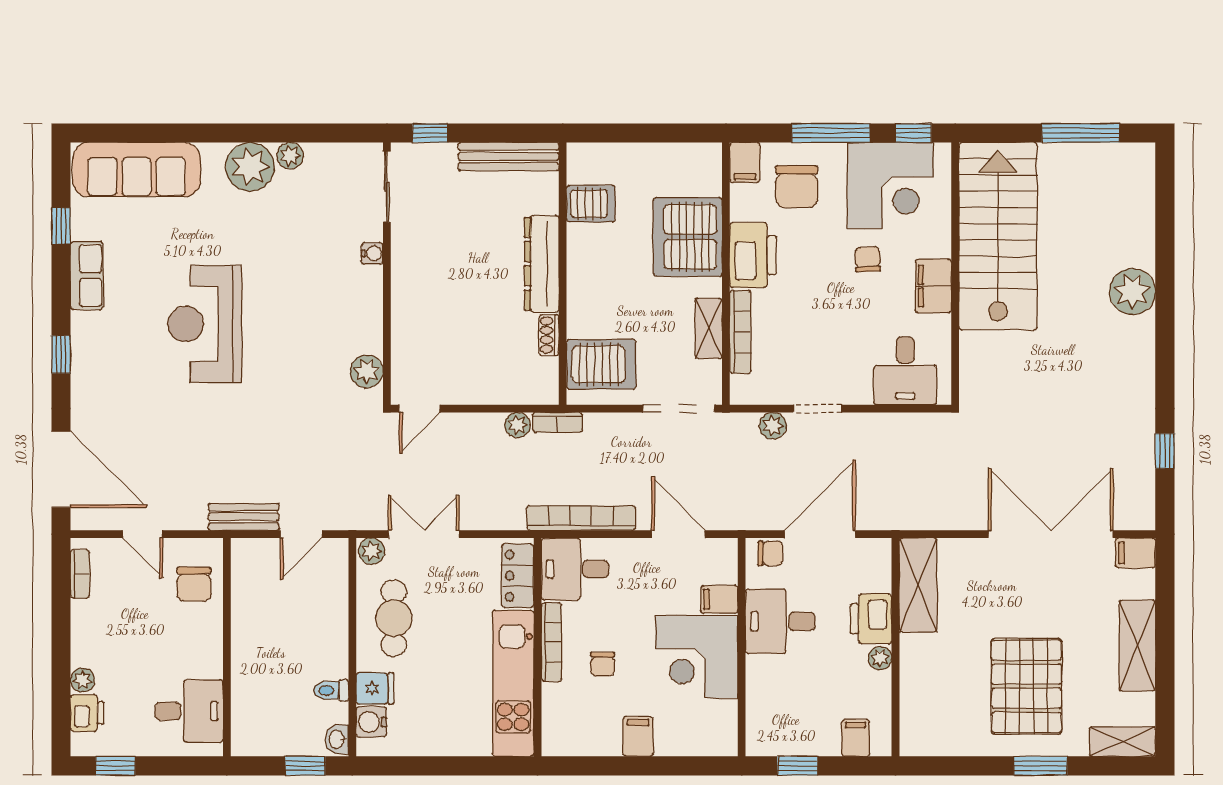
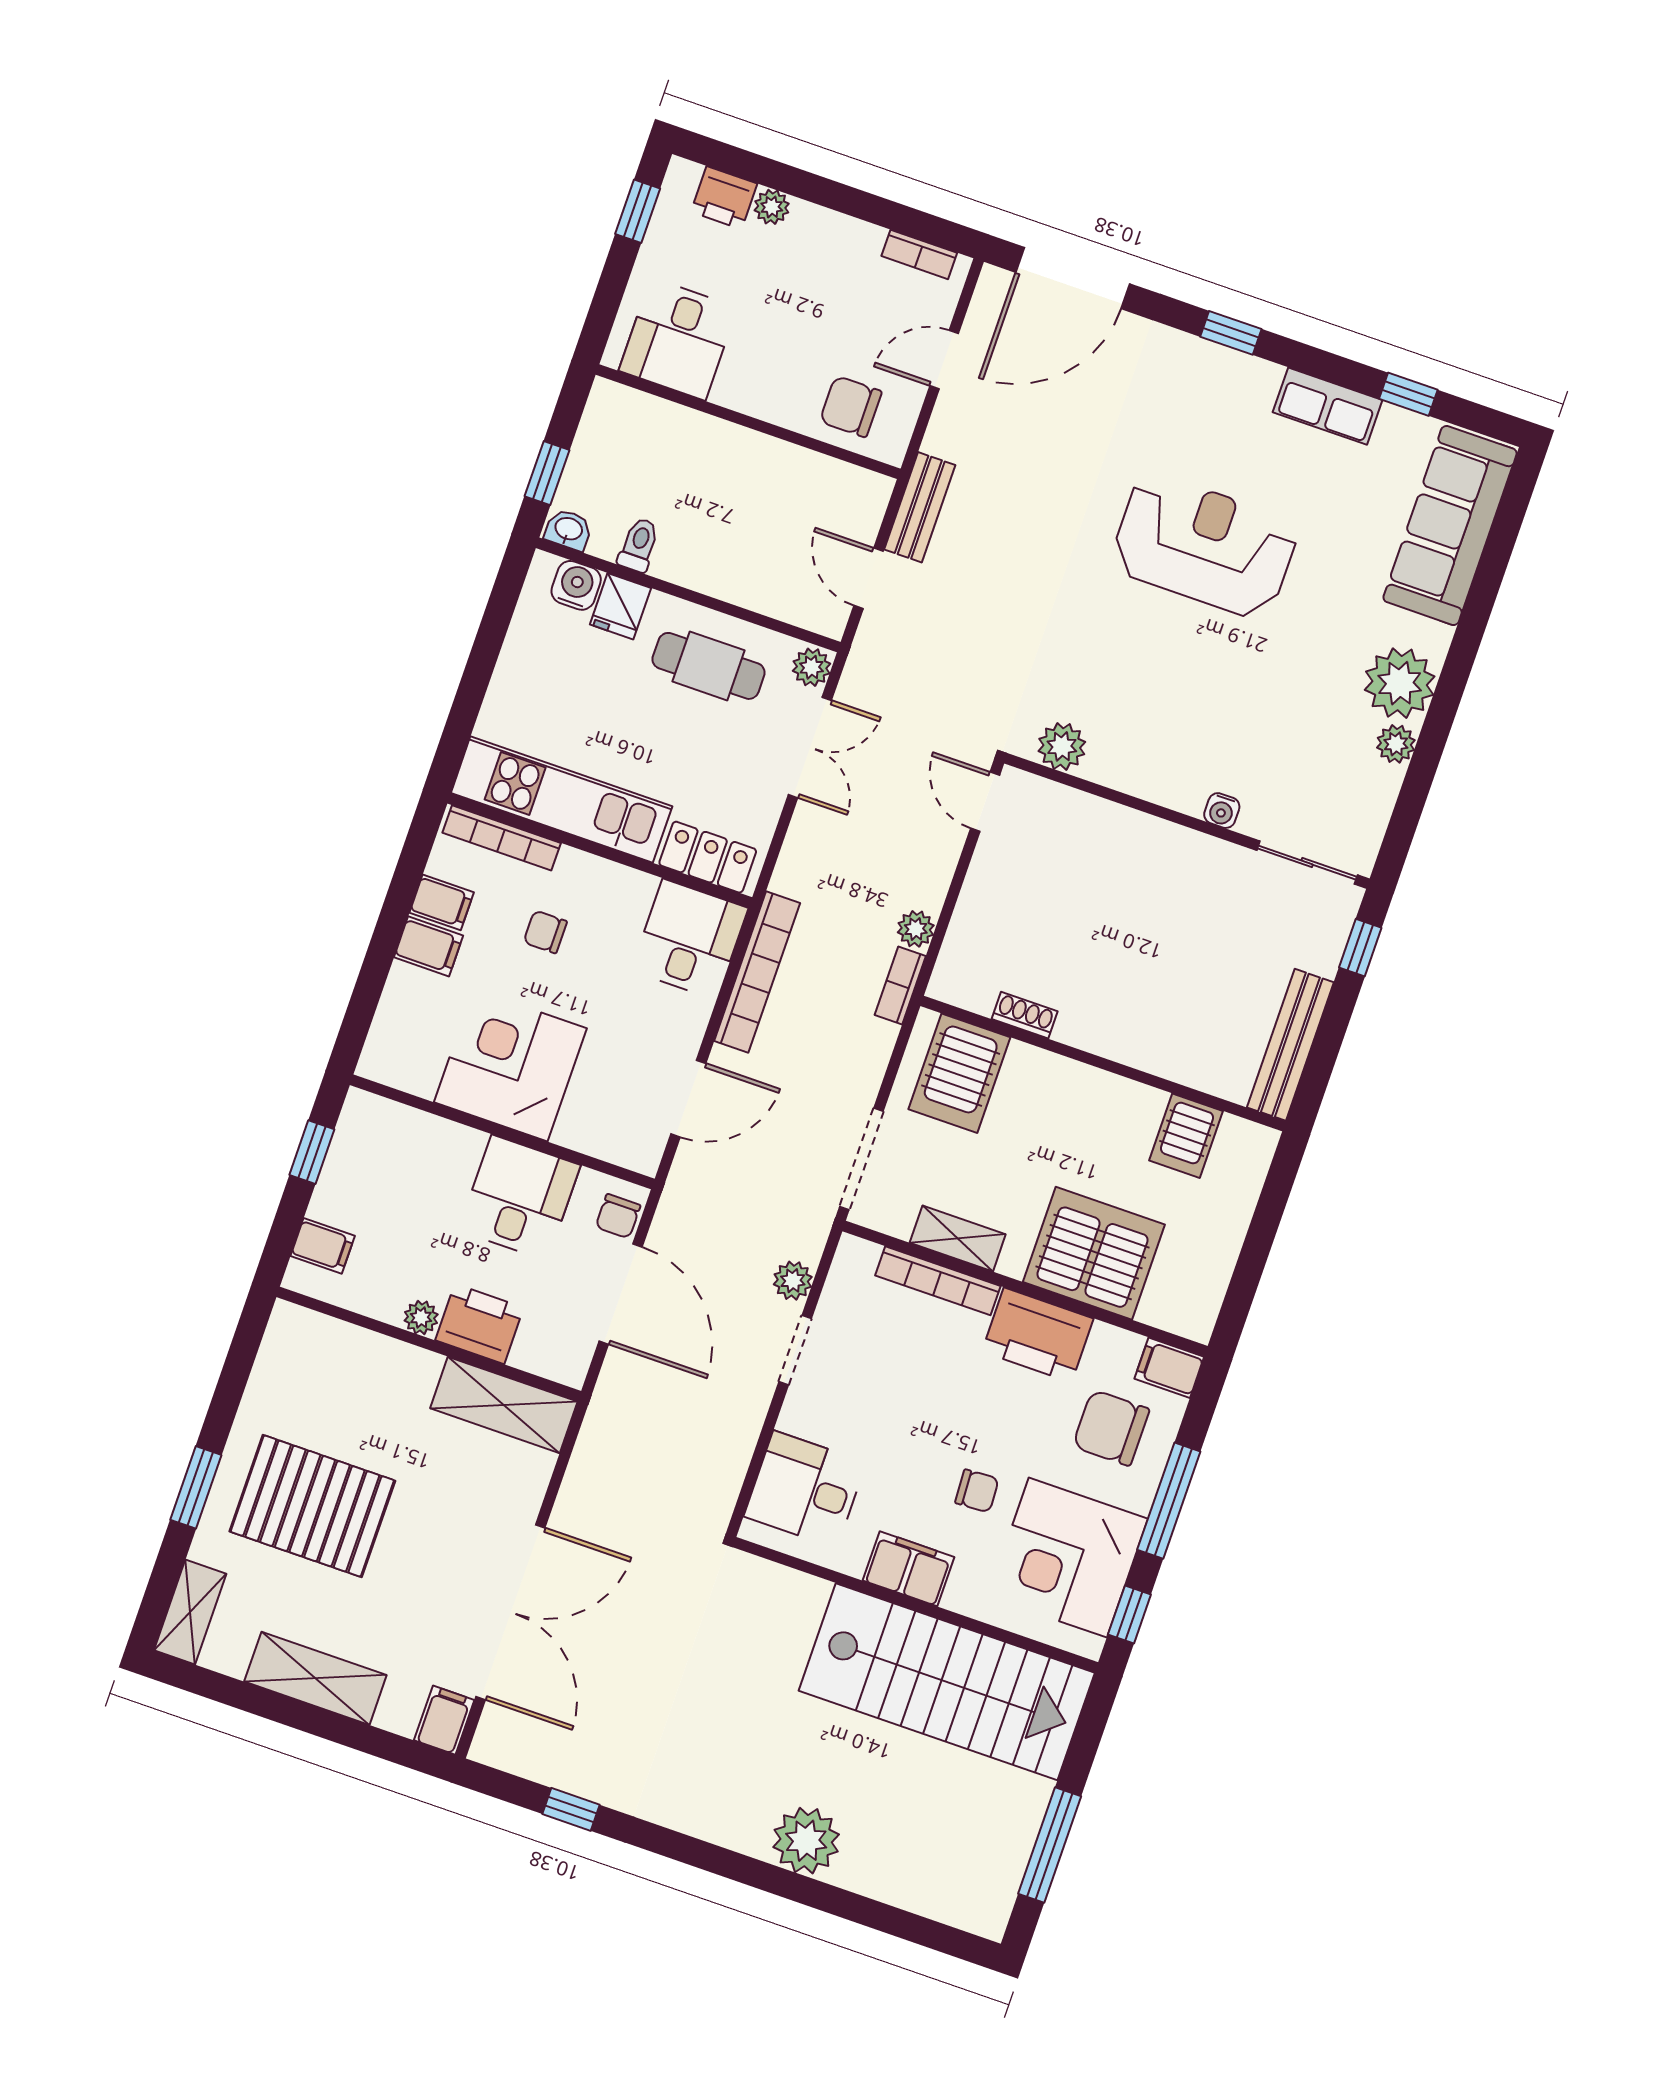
dresser: (542, 264) -> (1127, 1039), removed
filing cabinet: (719, 599) -> (442, 902), moved, turned 90
bookcase: (551, 642) -> (502, 838), moved

